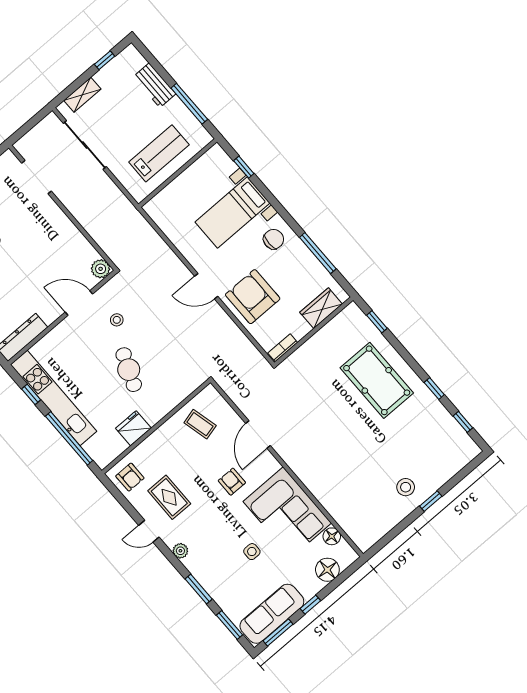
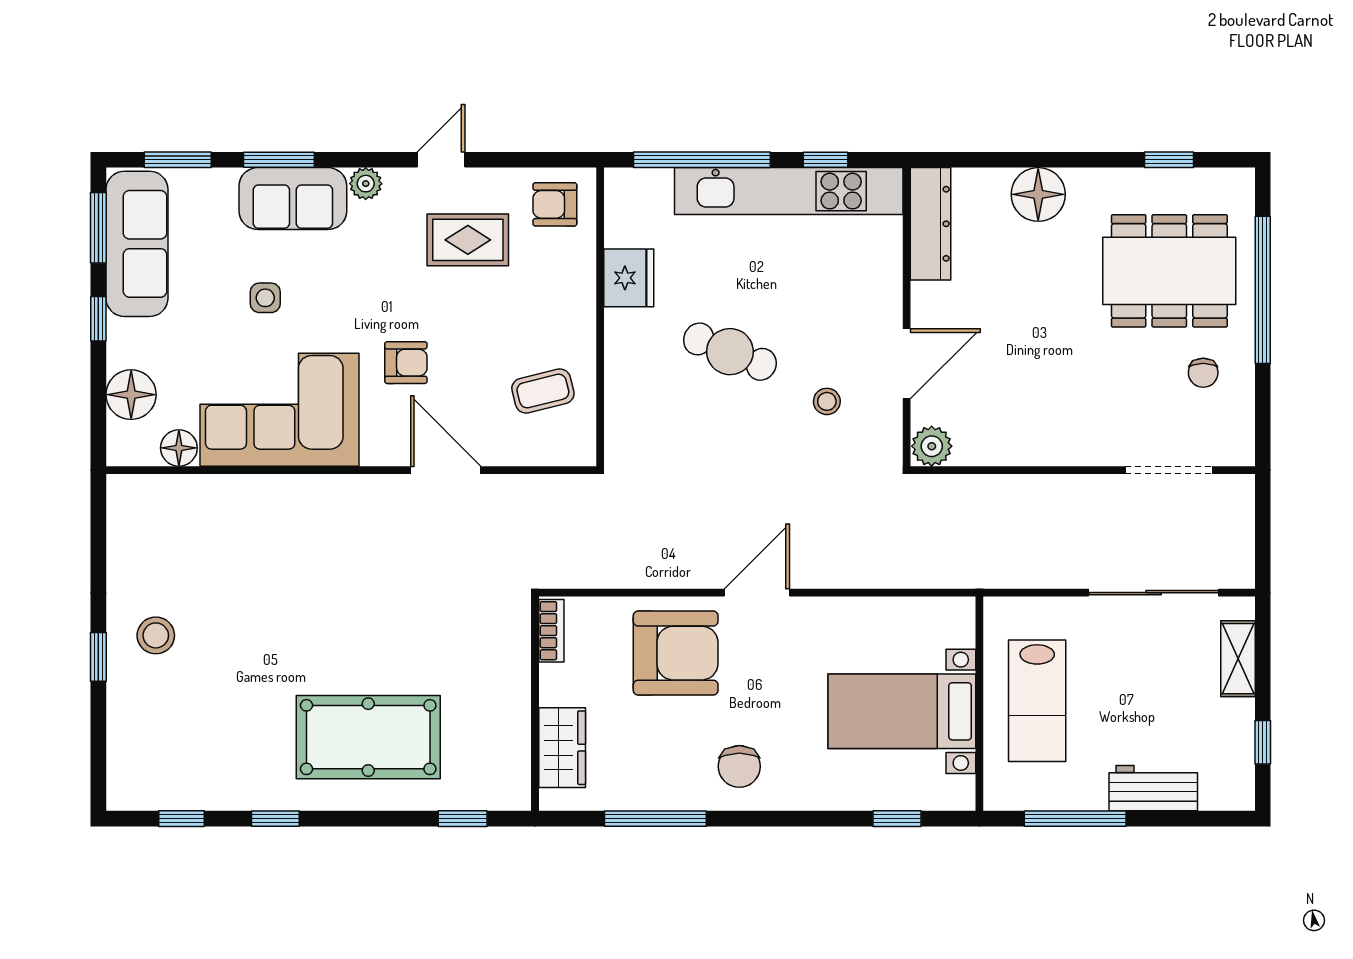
bed with nightstands: (232, 213) -> (902, 711), moved, turned -90
sofa: (208, 572) -> (293, 199), added

